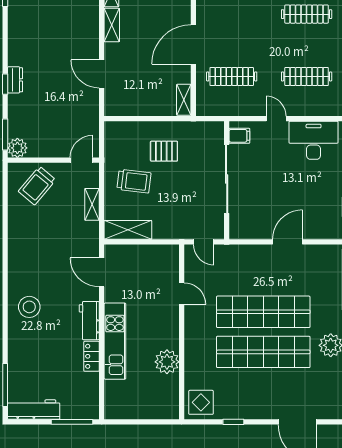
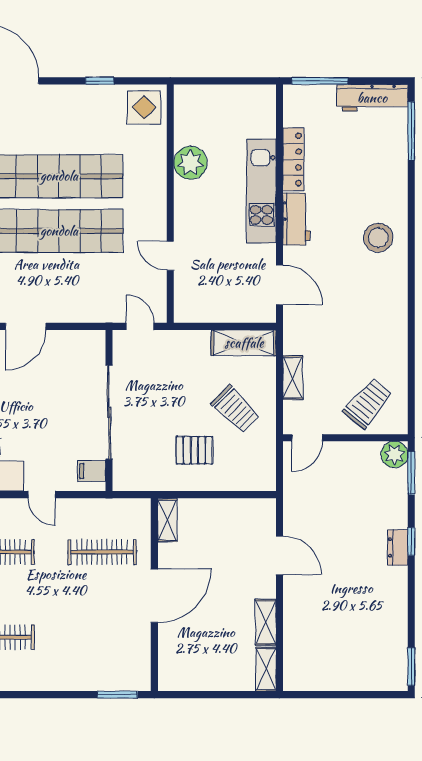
trolley: (134, 181) -> (235, 409), turned -142
locker: (92, 356) -> (293, 159), width x1.53

